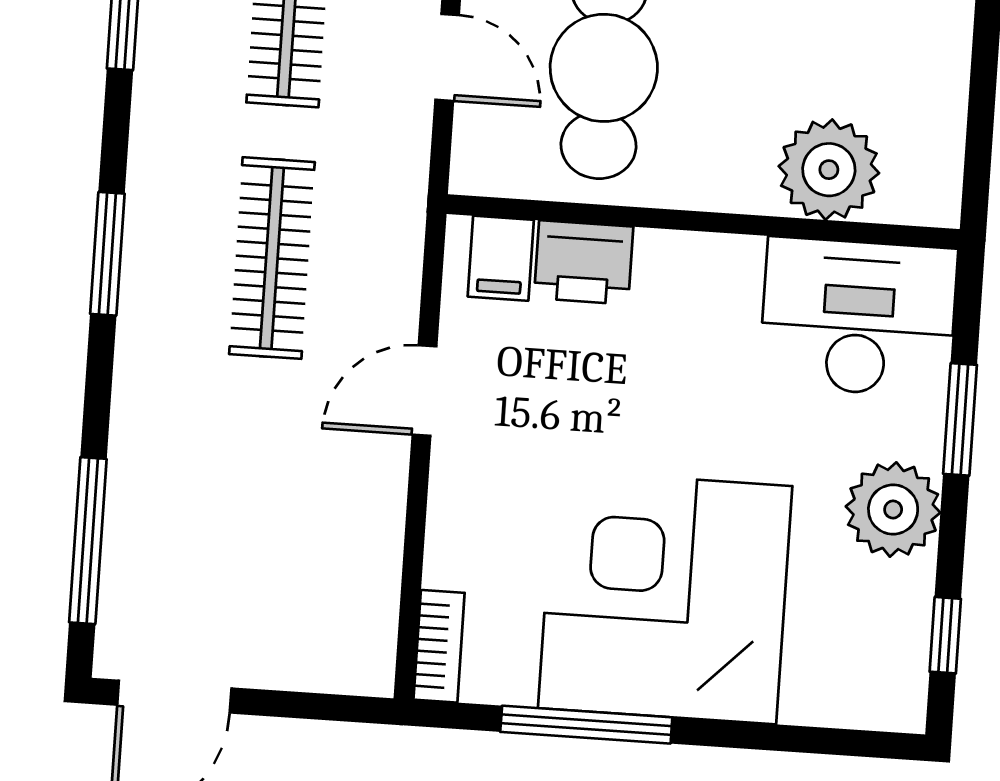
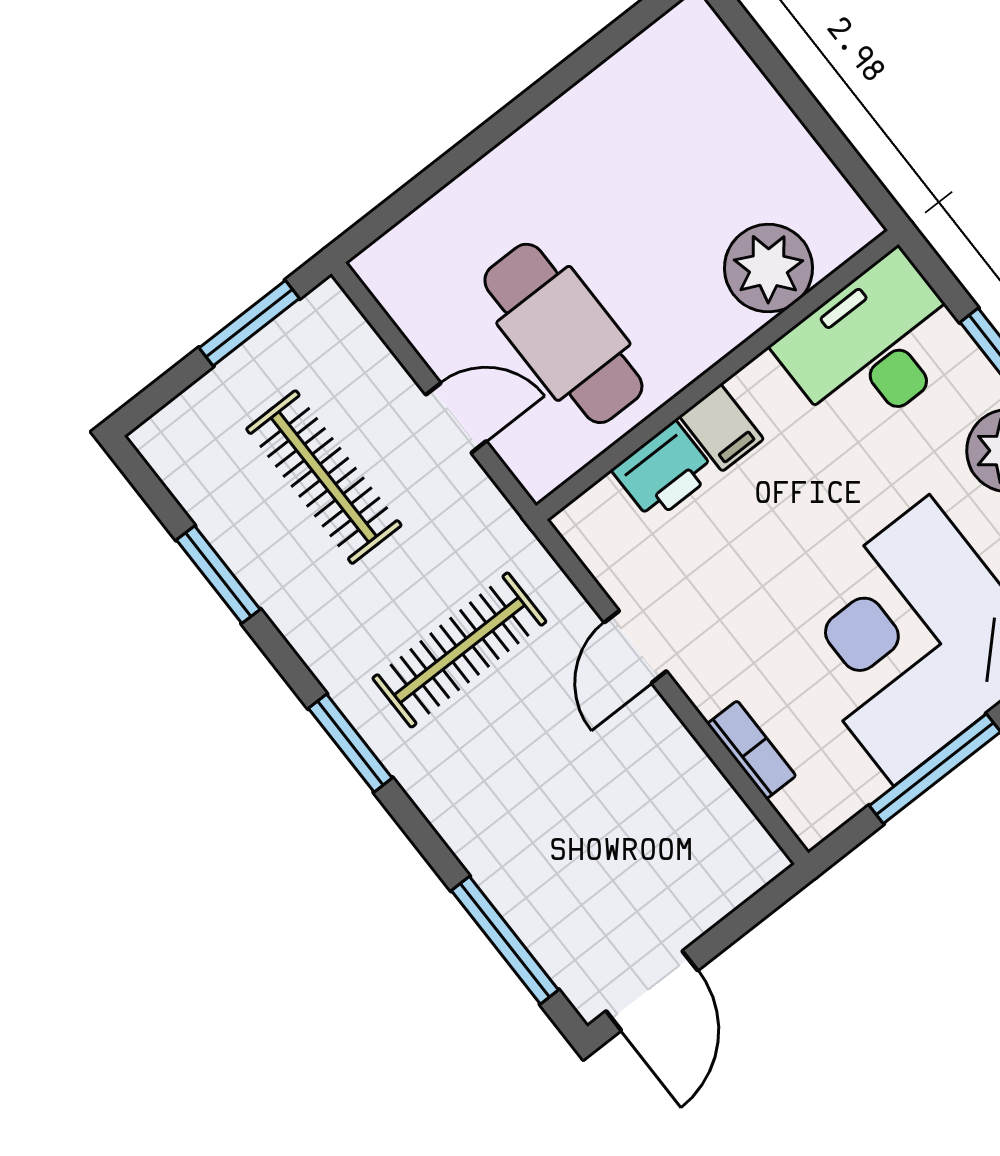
clothes rail: (272, 258) -> (459, 650), turned 90
filing cabinet: (501, 258) -> (721, 428), moved
bookcase: (439, 646) -> (751, 750), moved

